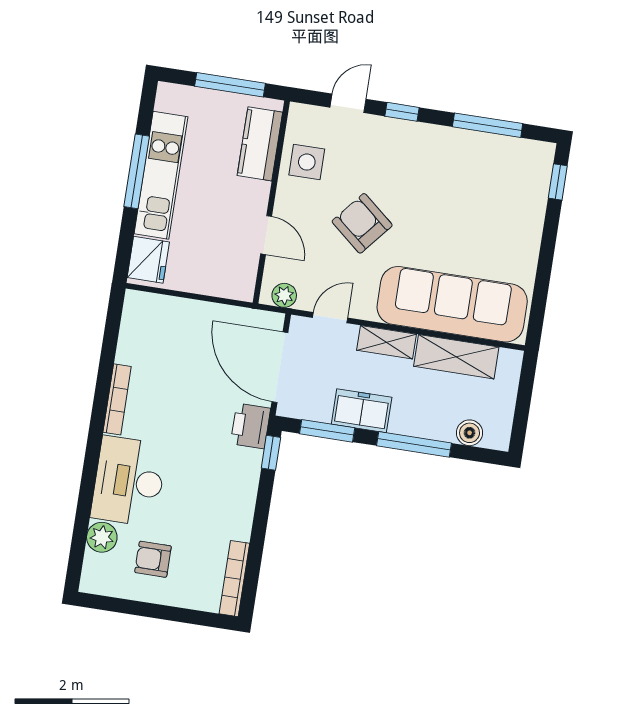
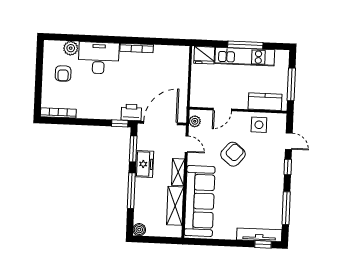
tv unit: (537, 188) -> (259, 235), added
boiler: (470, 433) -> (139, 230), moved
armchair: (153, 559) -> (63, 74), turned 180

